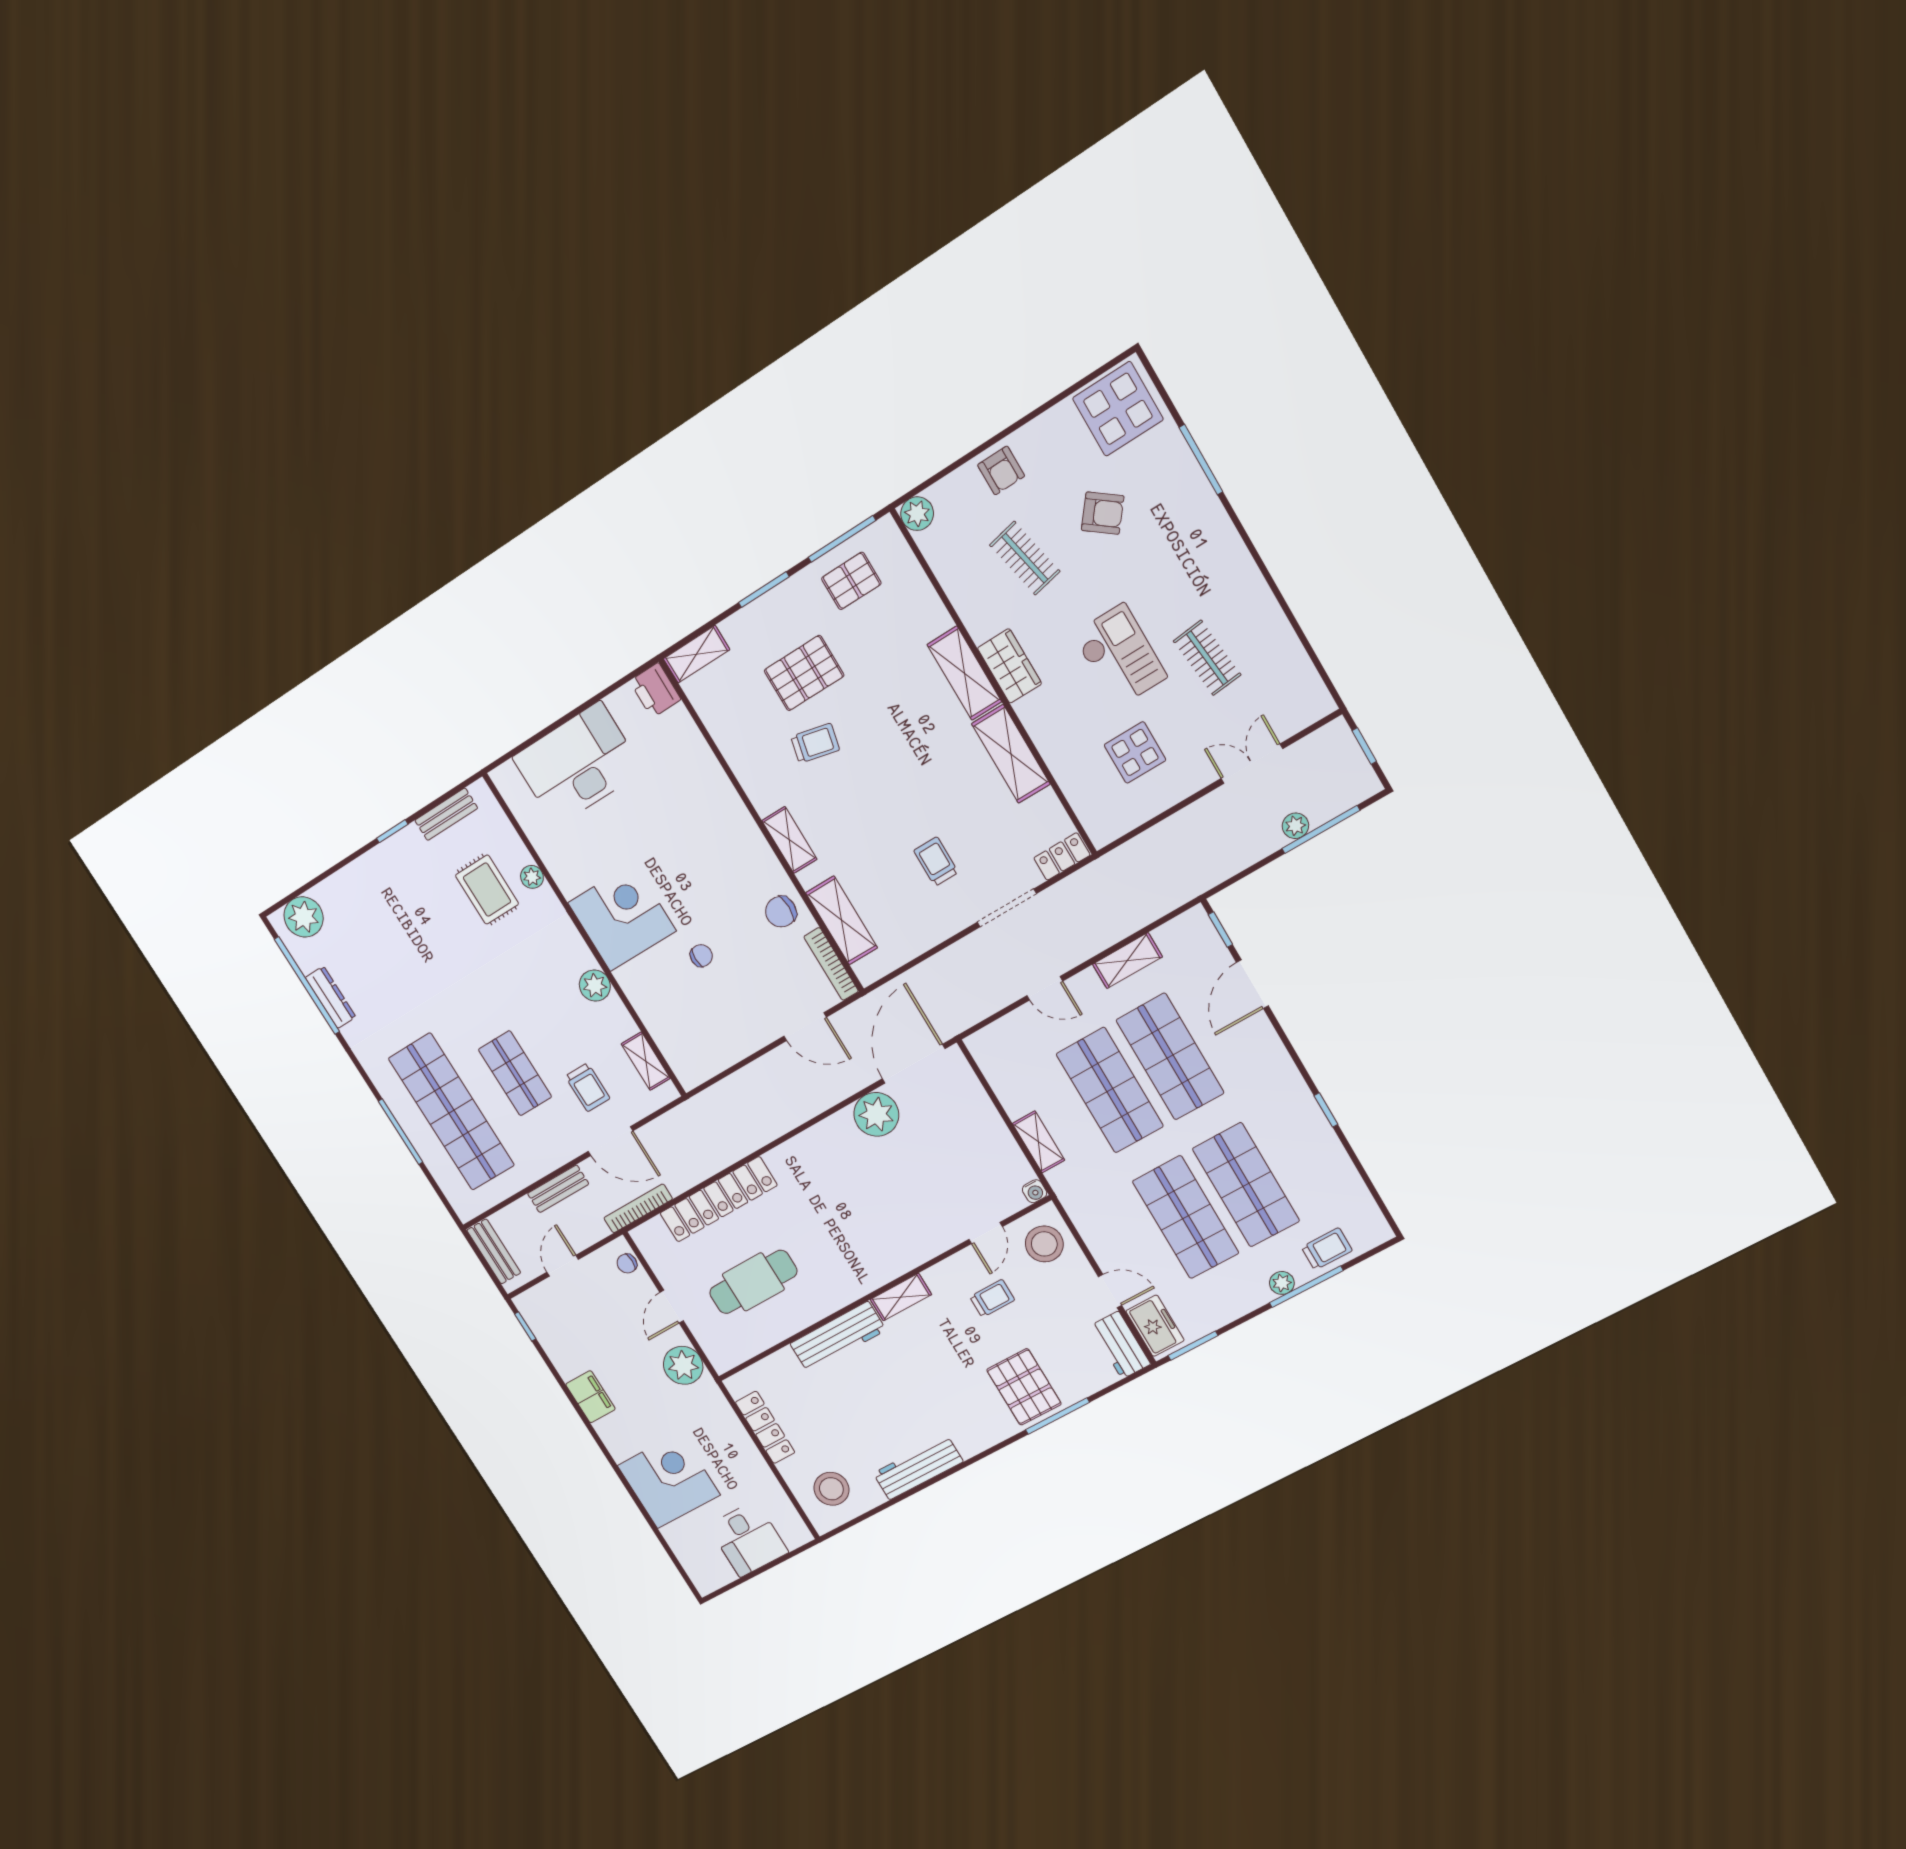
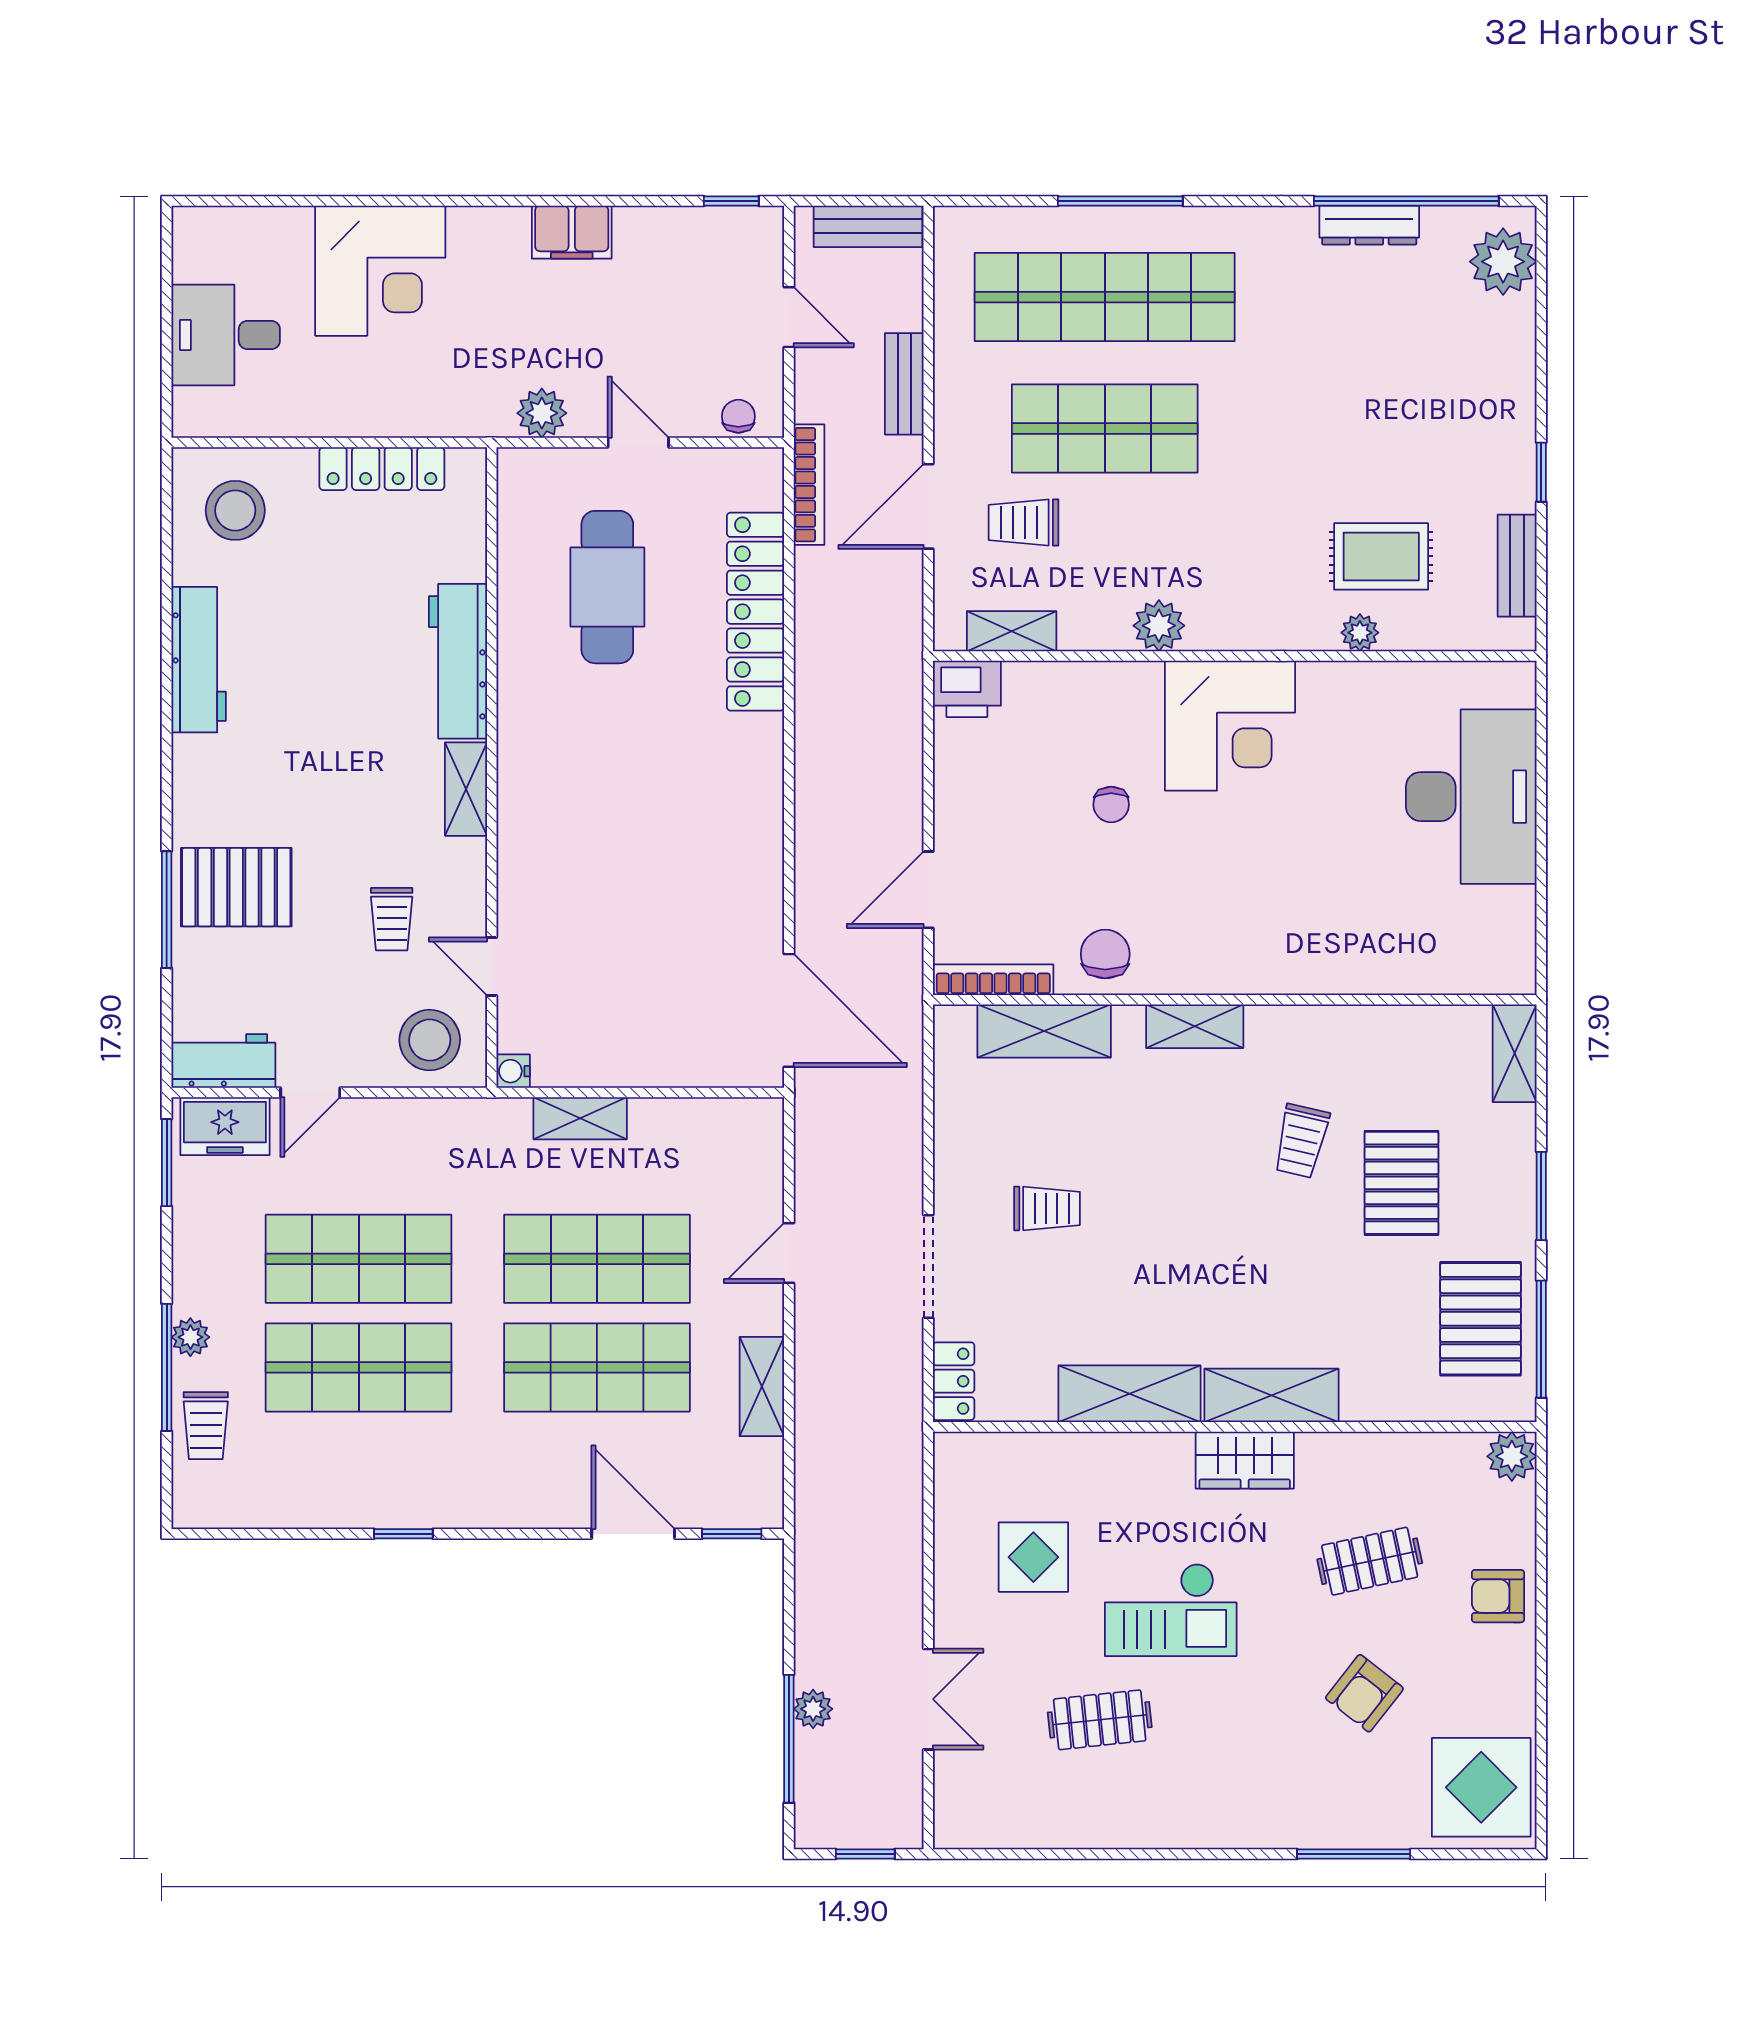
pallet: (851, 581) -> (1481, 1319), width x1.50, depth x1.42
printer: (655, 690) -> (967, 689), moved, turned 180
shop shelf: (515, 1073) -> (1105, 428), width x1.43, depth x1.36
plant: (876, 1114) -> (748, 914), removed
plant: (683, 1365) -> (542, 413), width x0.73, depth x0.73

